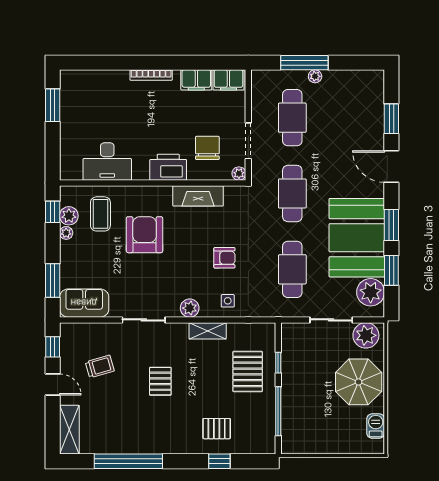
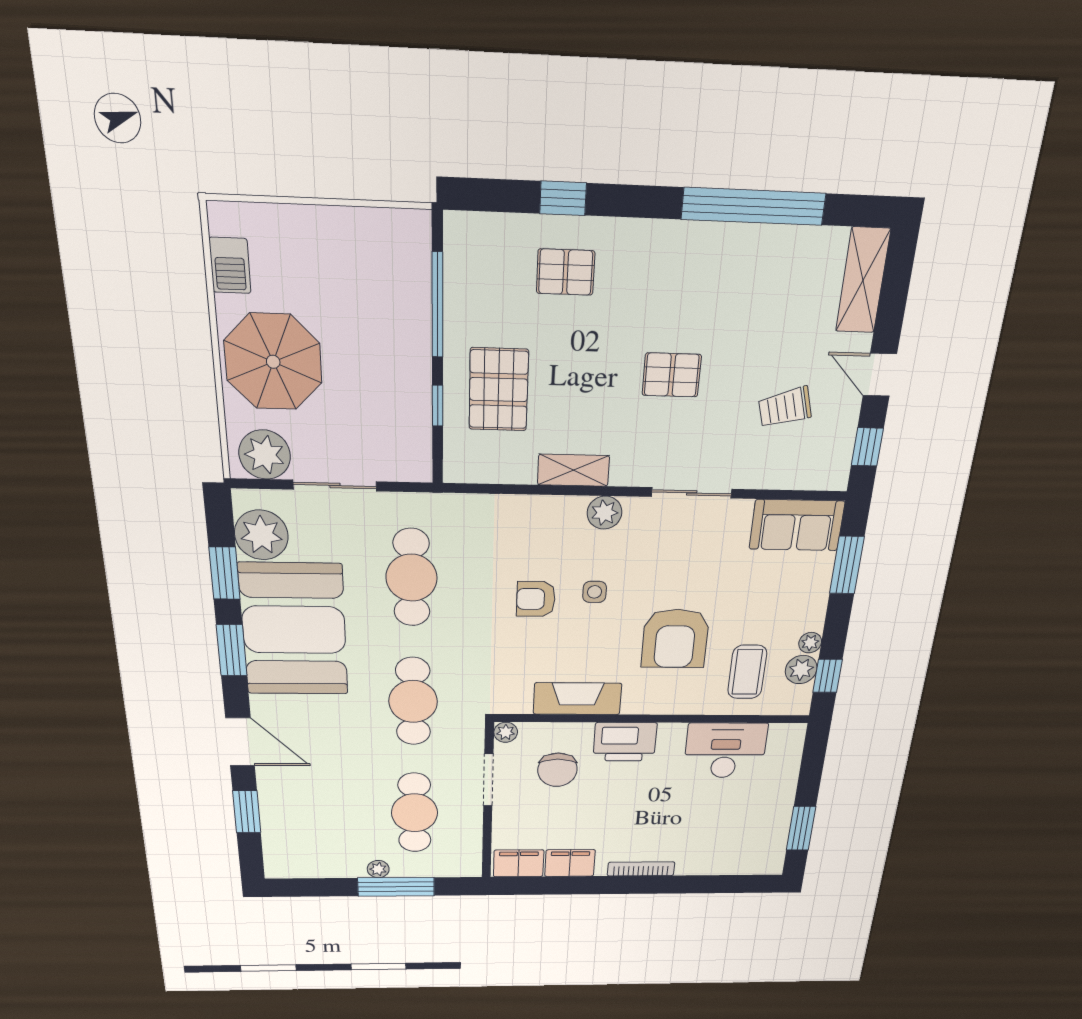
side table: (228, 301) -> (595, 592), moved
pallet: (160, 381) -> (672, 375), turned 90

